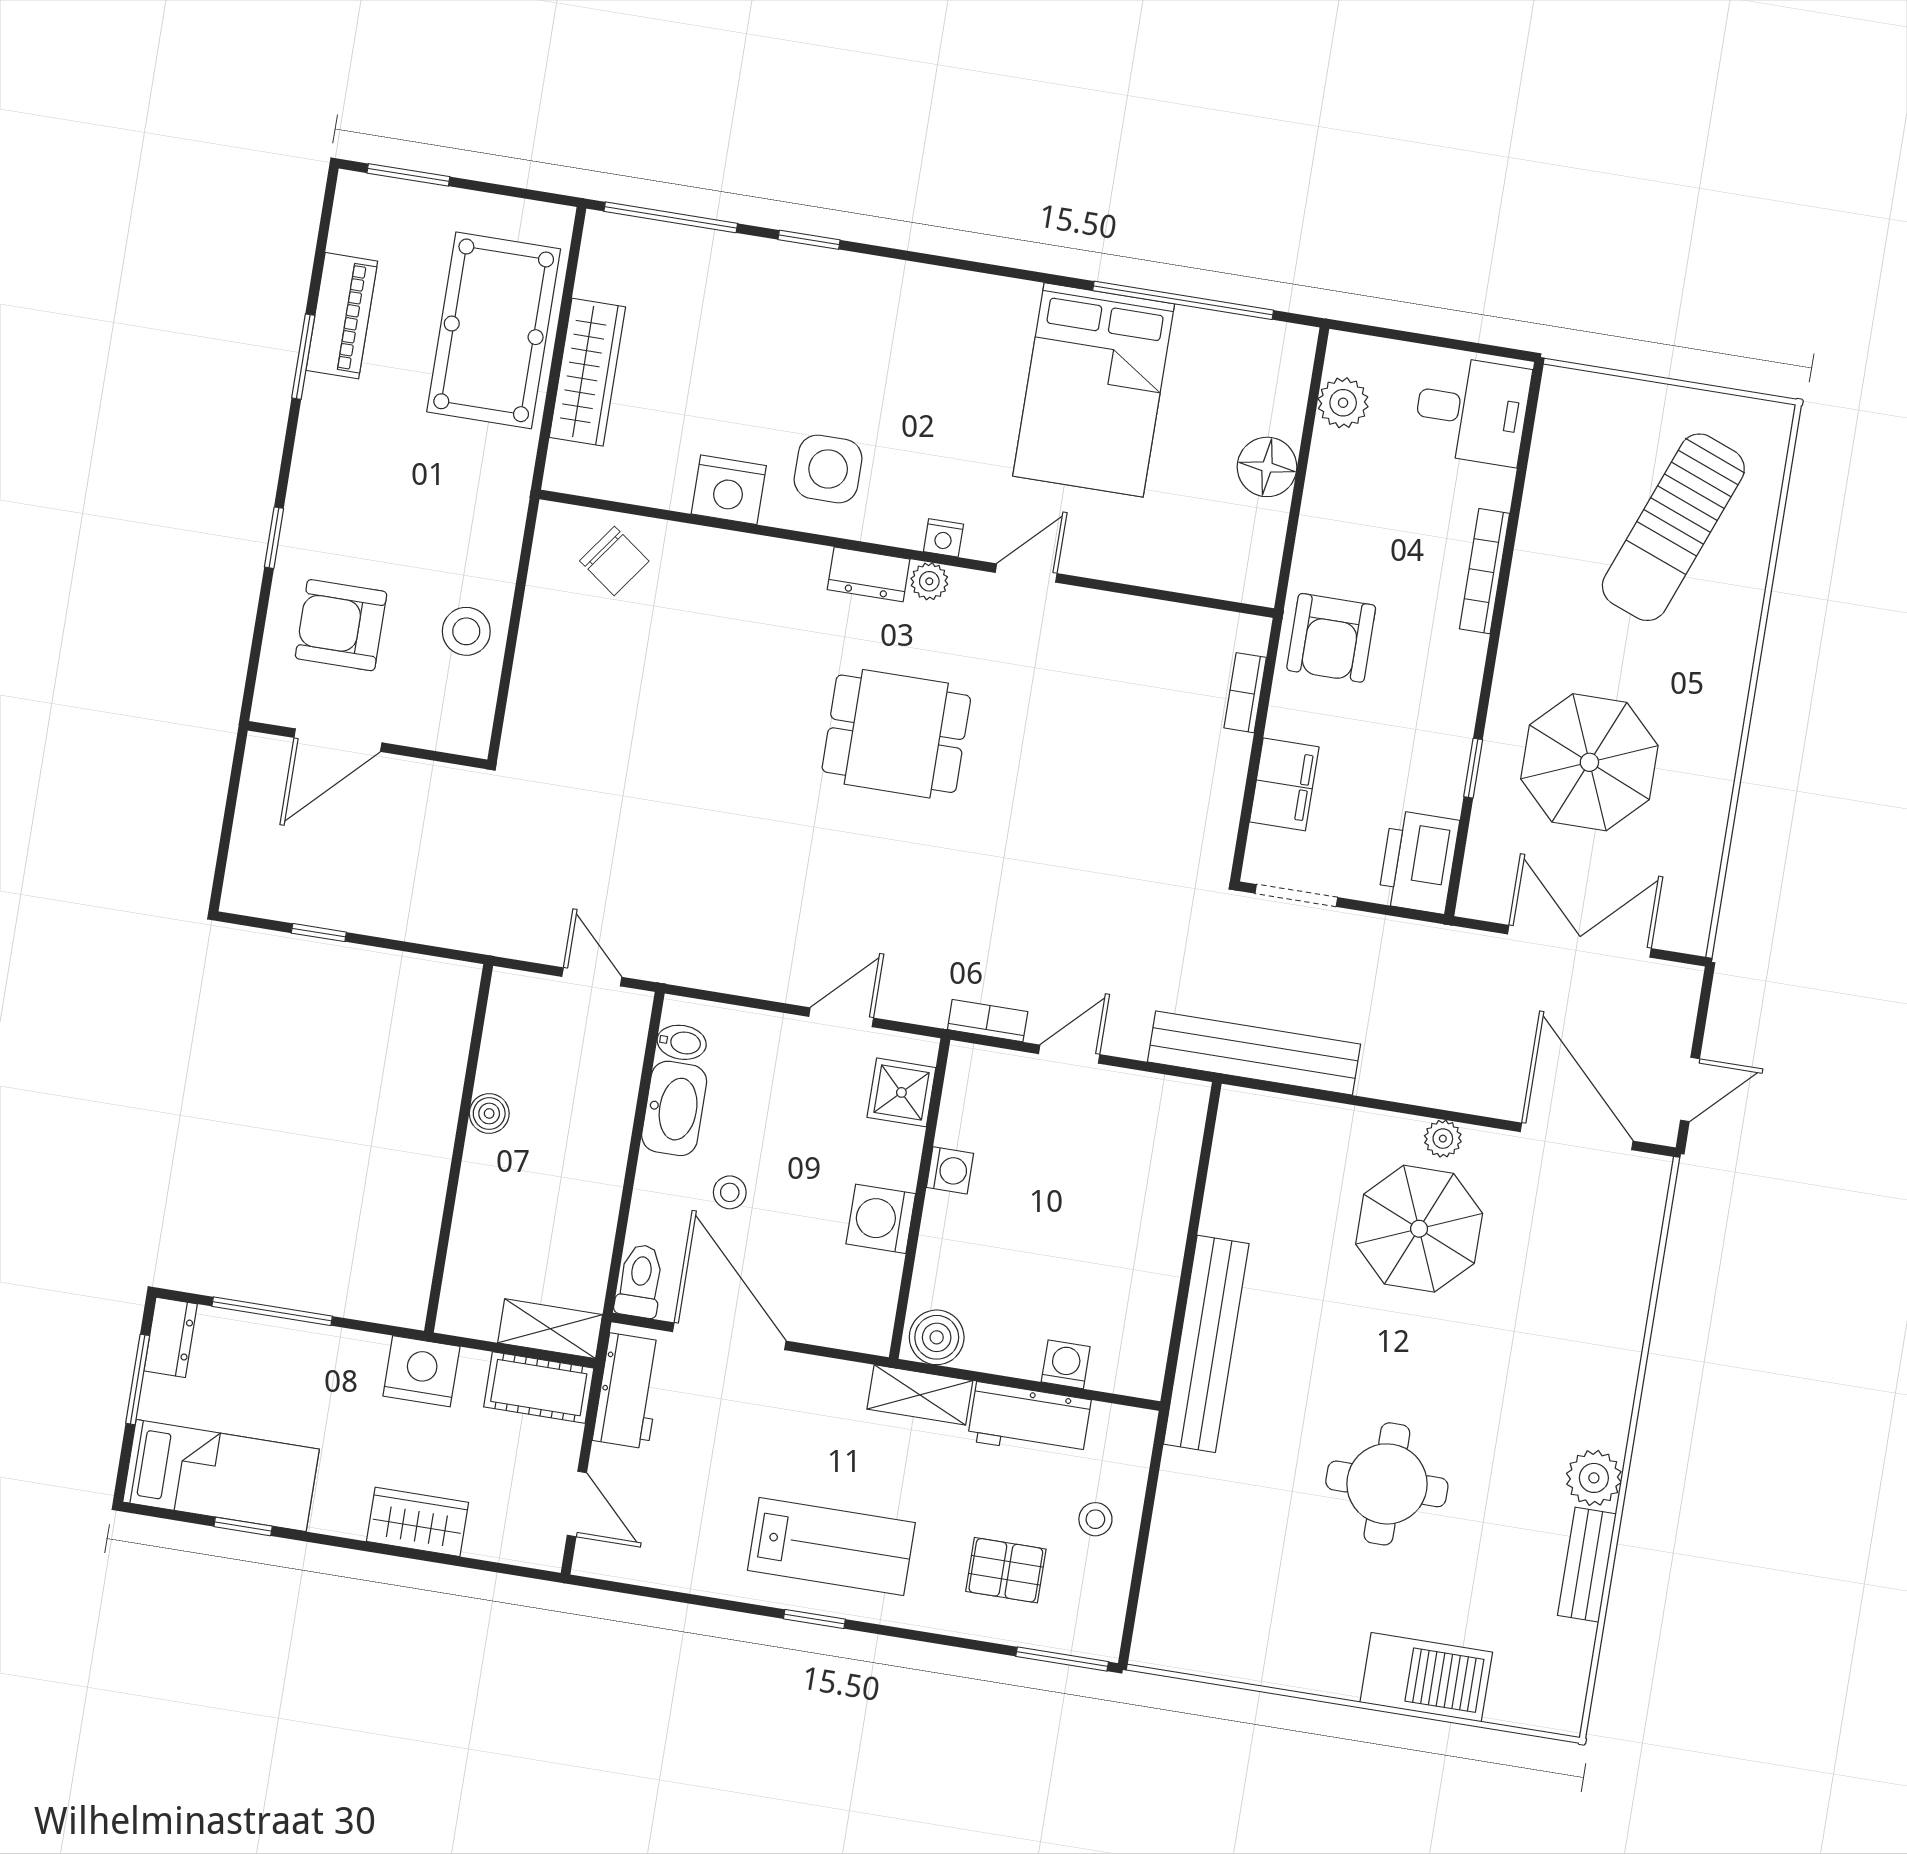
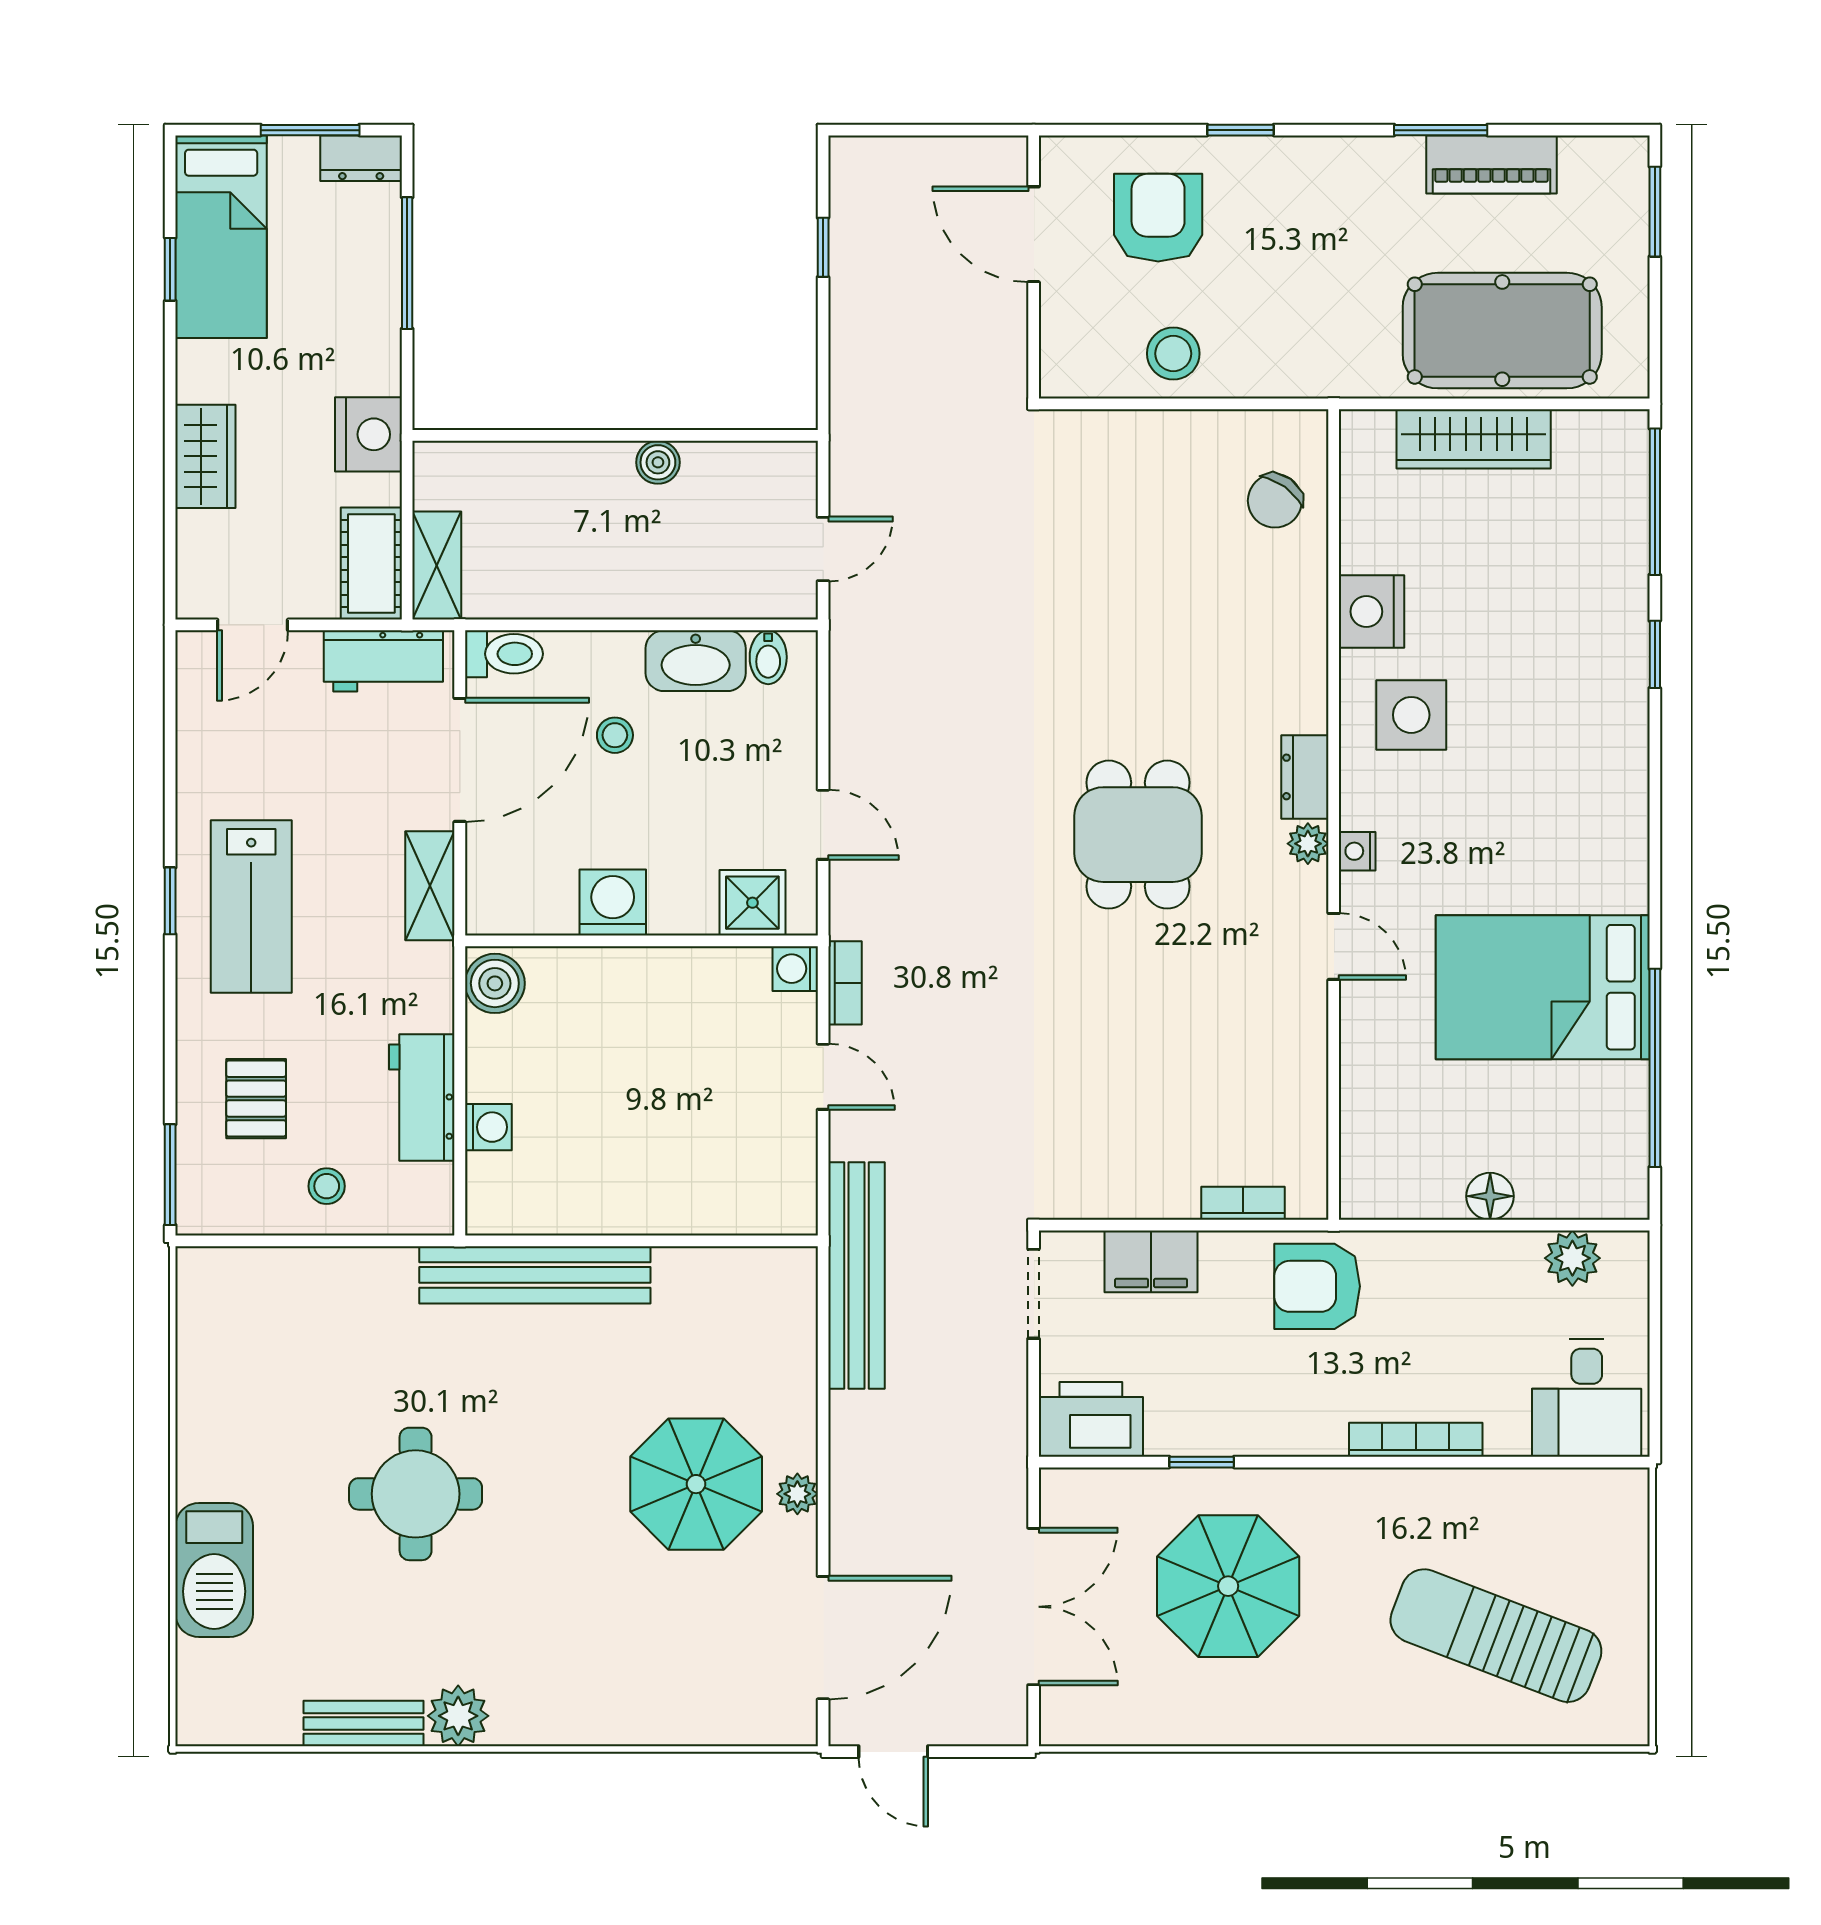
floor lamp: (1267, 467) -> (1490, 1196), width x0.73, depth x0.73
washing machine: (950, 1170) -> (795, 969), moved, turned 90
shelving: (920, 1395) -> (430, 886), moved

